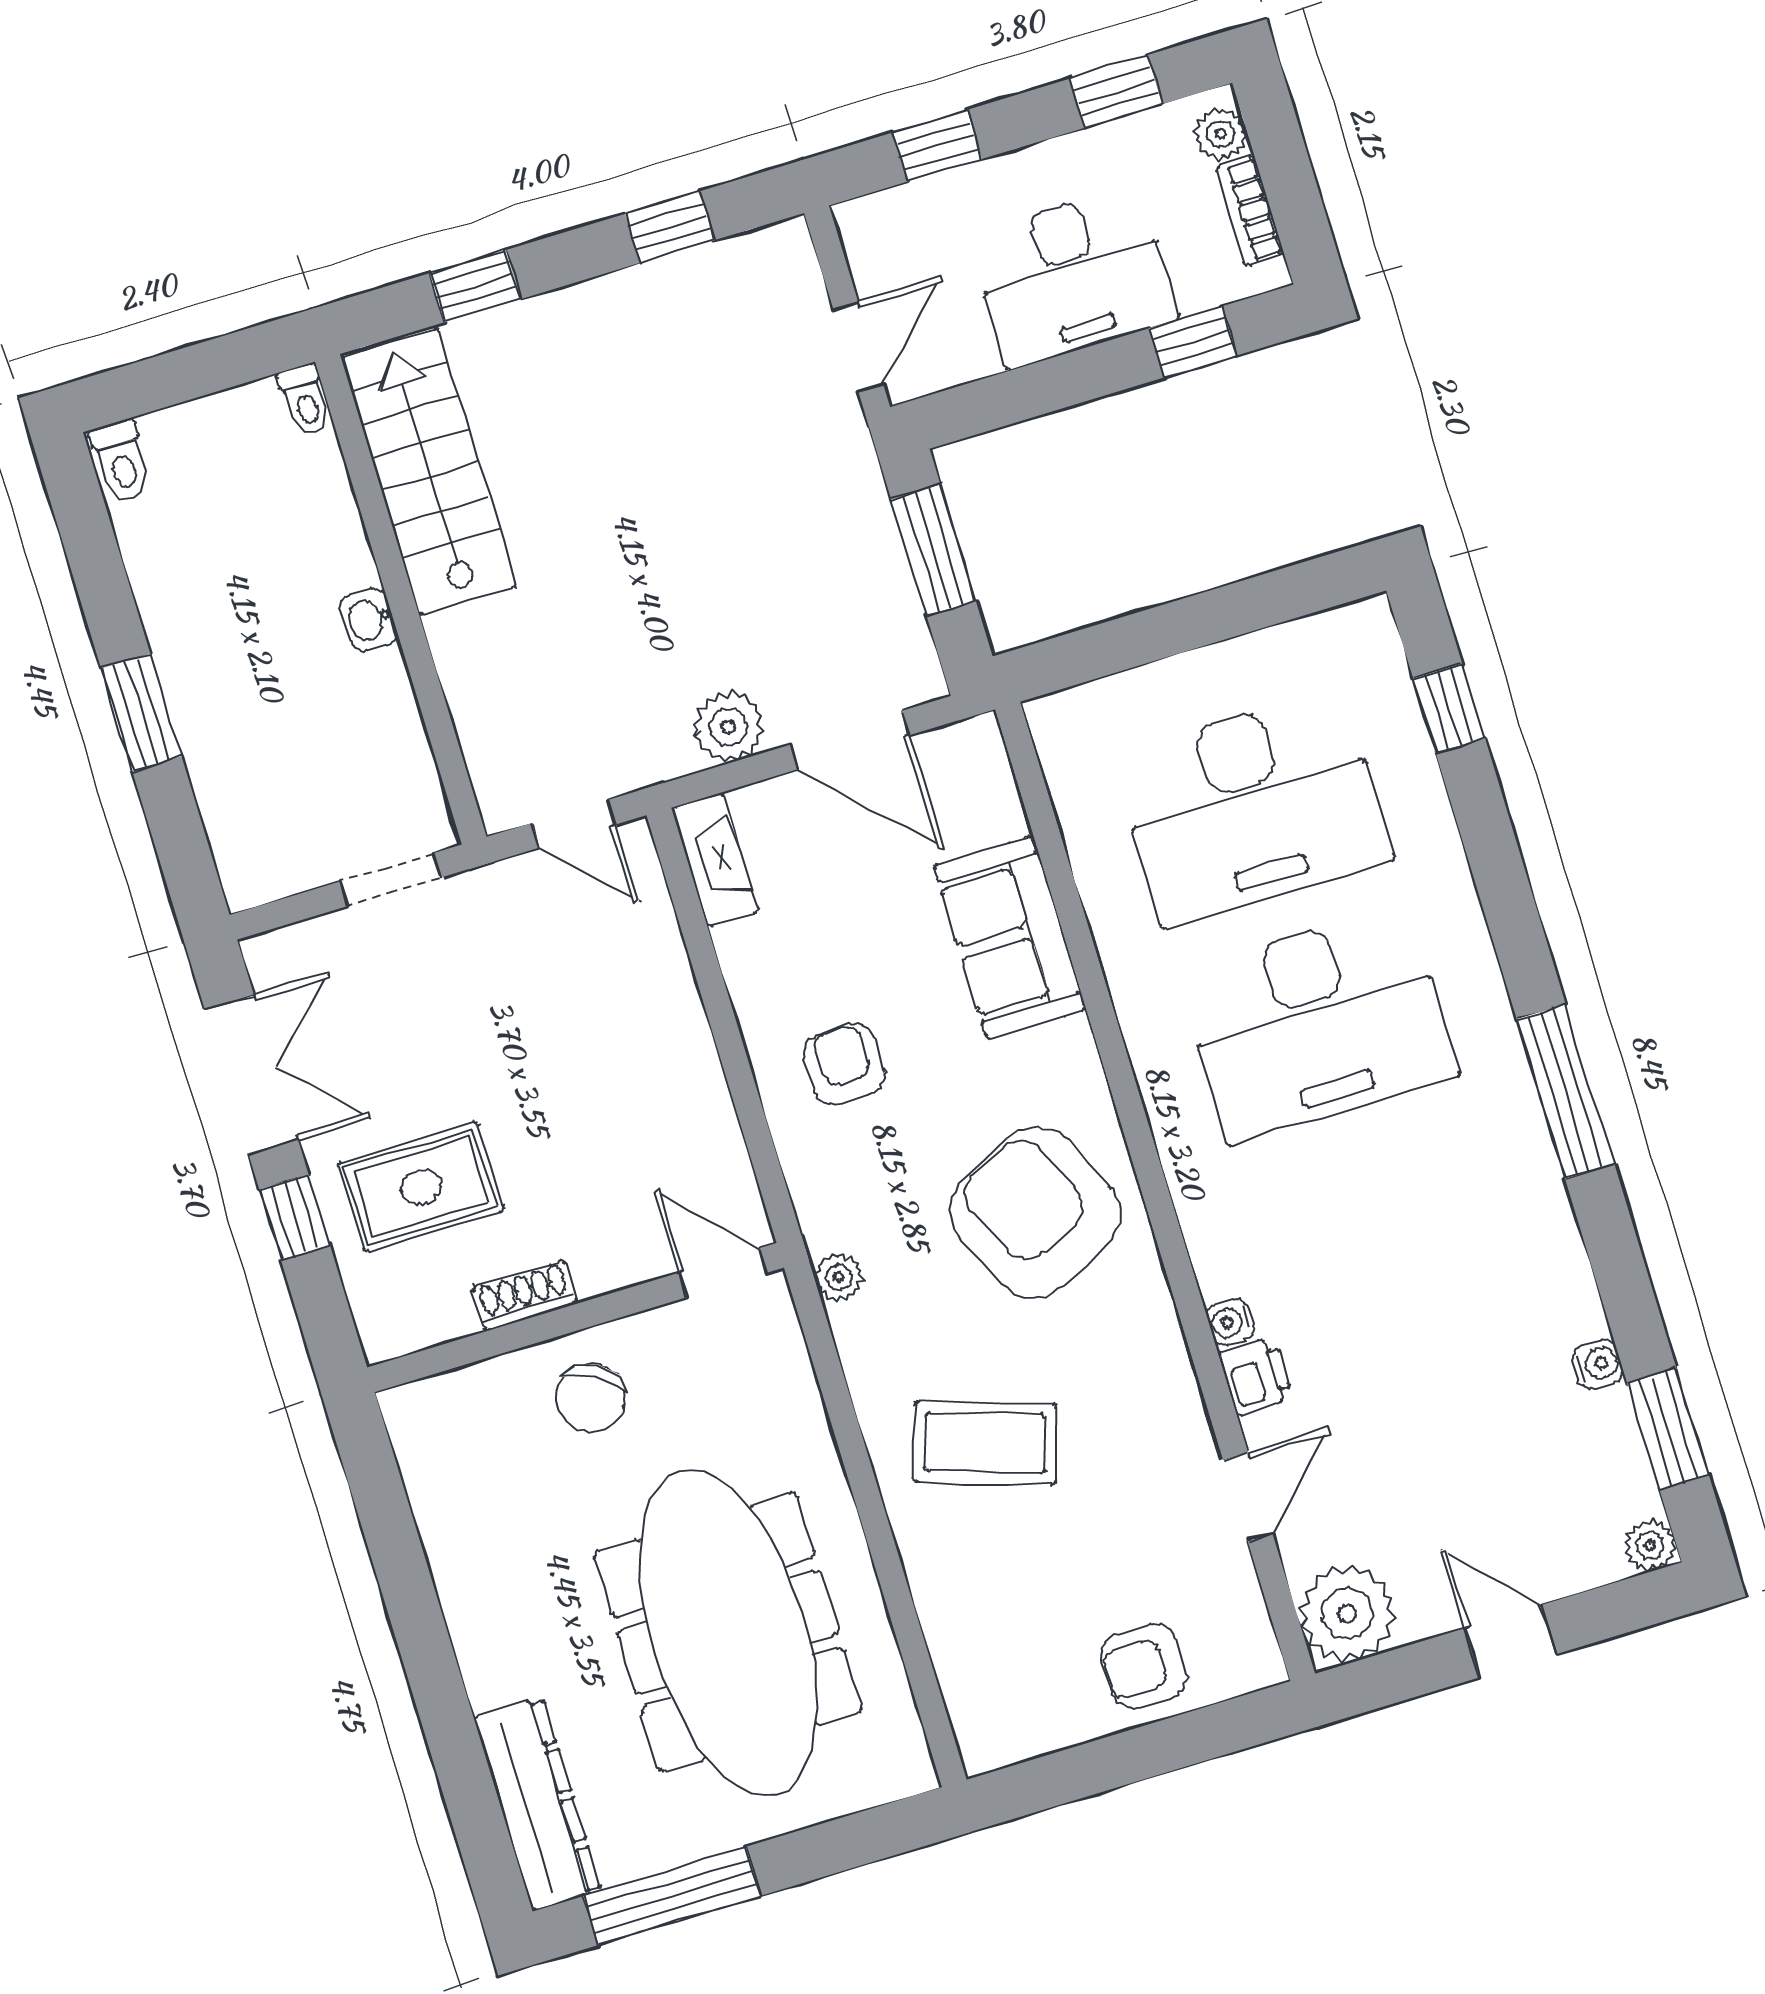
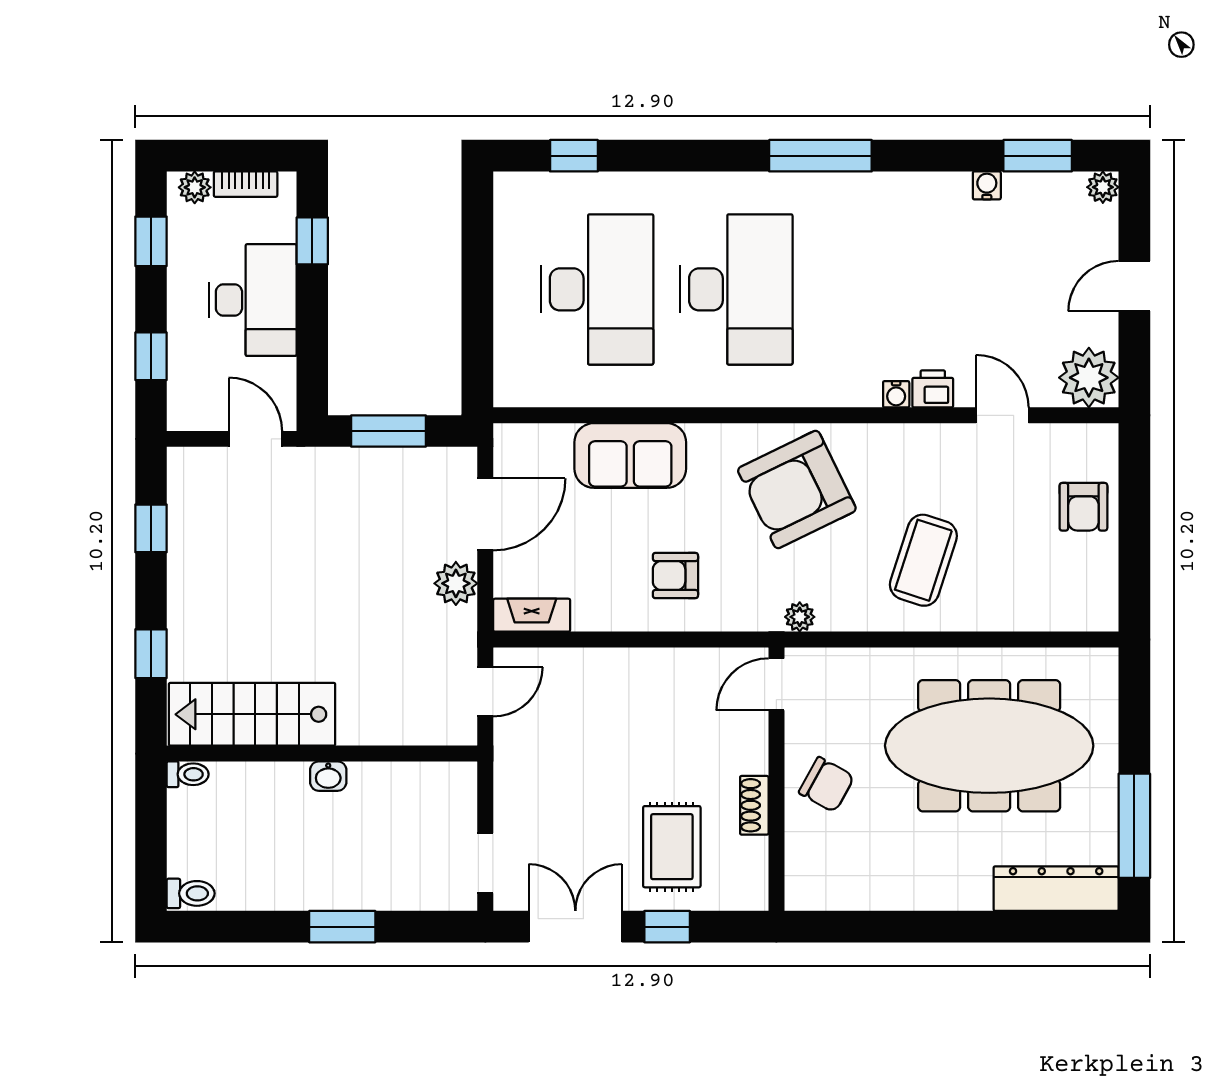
doorway: (390, 880) -> (485, 863), moved

